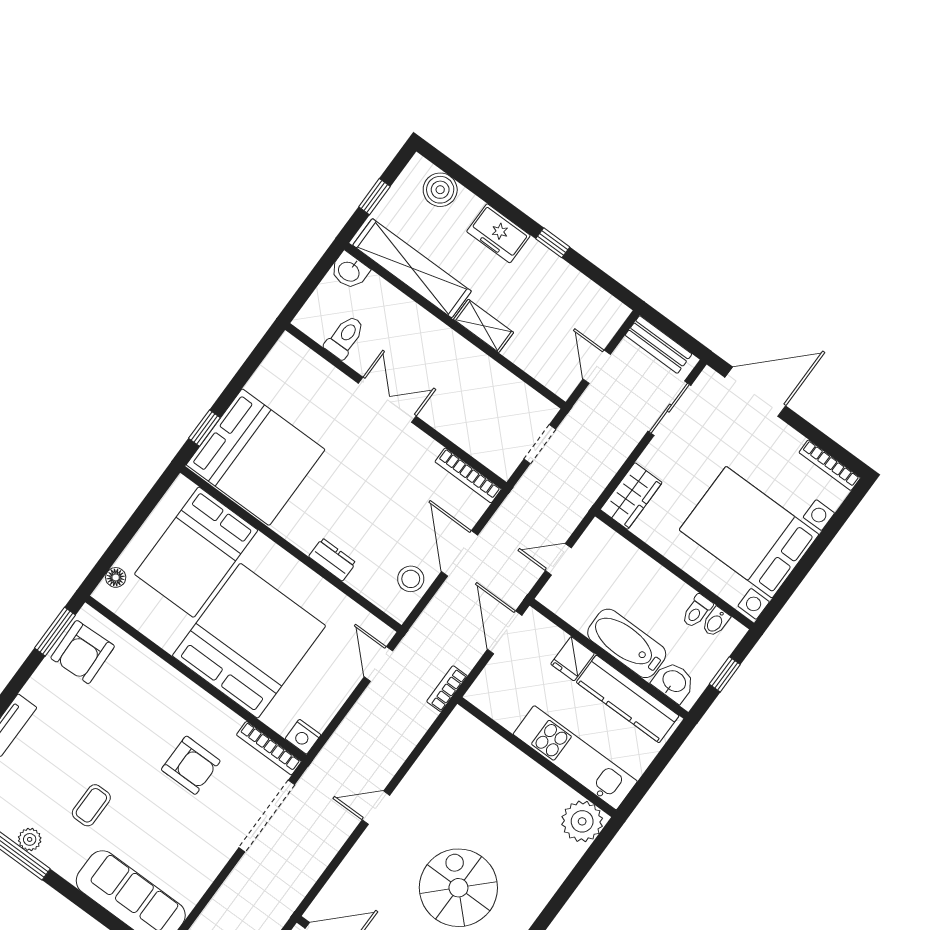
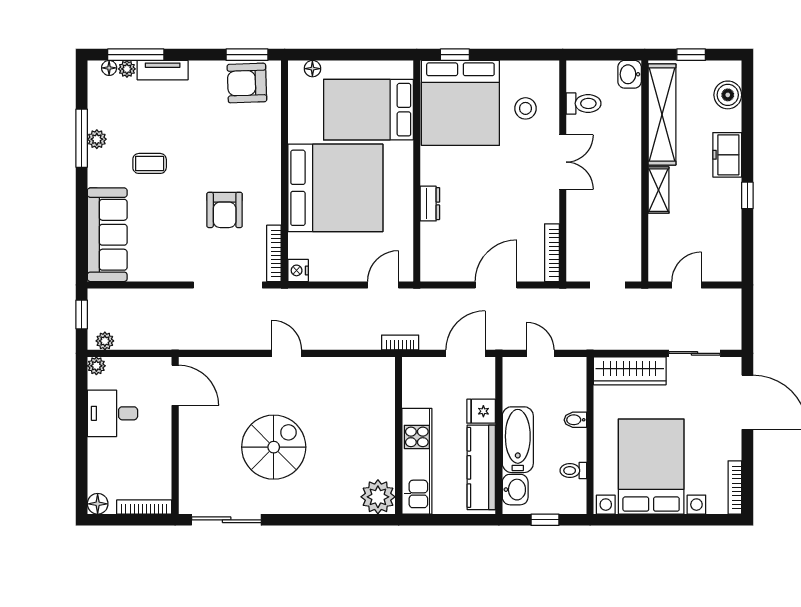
bench: (659, 345) -> (731, 315), removed
wardrobe: (631, 496) -> (630, 371), width x1.50
stool: (411, 579) -> (526, 108), moved
bidet: (716, 622) -> (575, 420), moved

